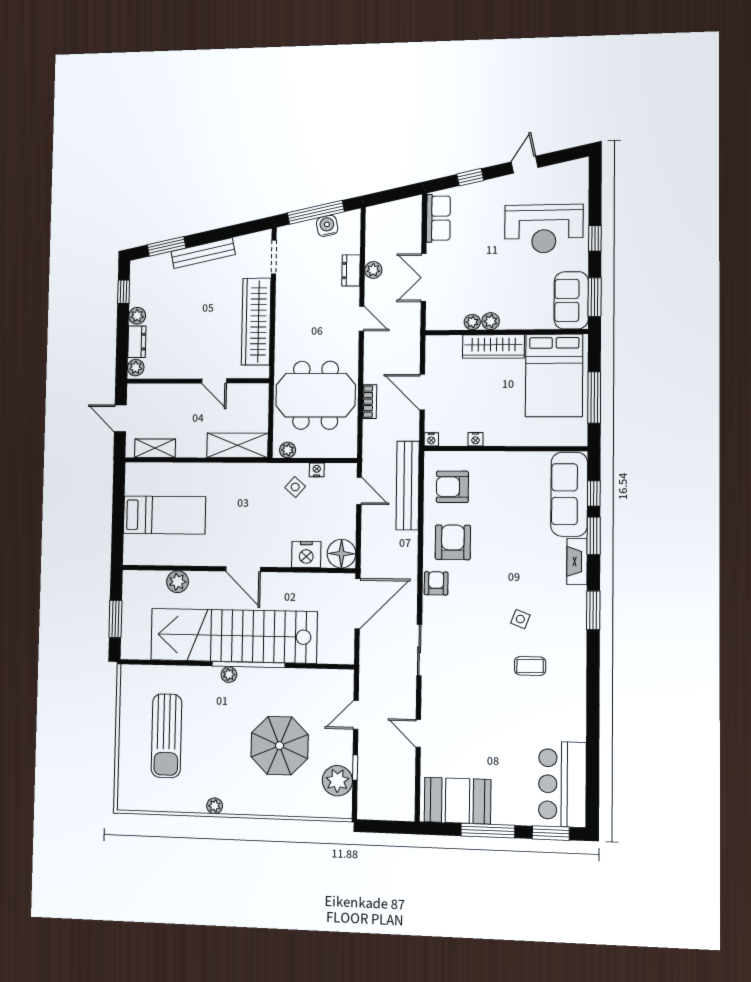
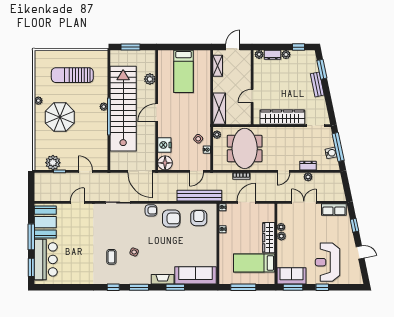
bench: (203, 253) -> (317, 84), width x0.73
bed: (554, 376) -> (254, 263), width x0.67
window: (594, 493) -> (113, 287), moved
parasol: (279, 746) -> (60, 117), moved
bar counter: (562, 784) -> (46, 259), moved, turned 90

